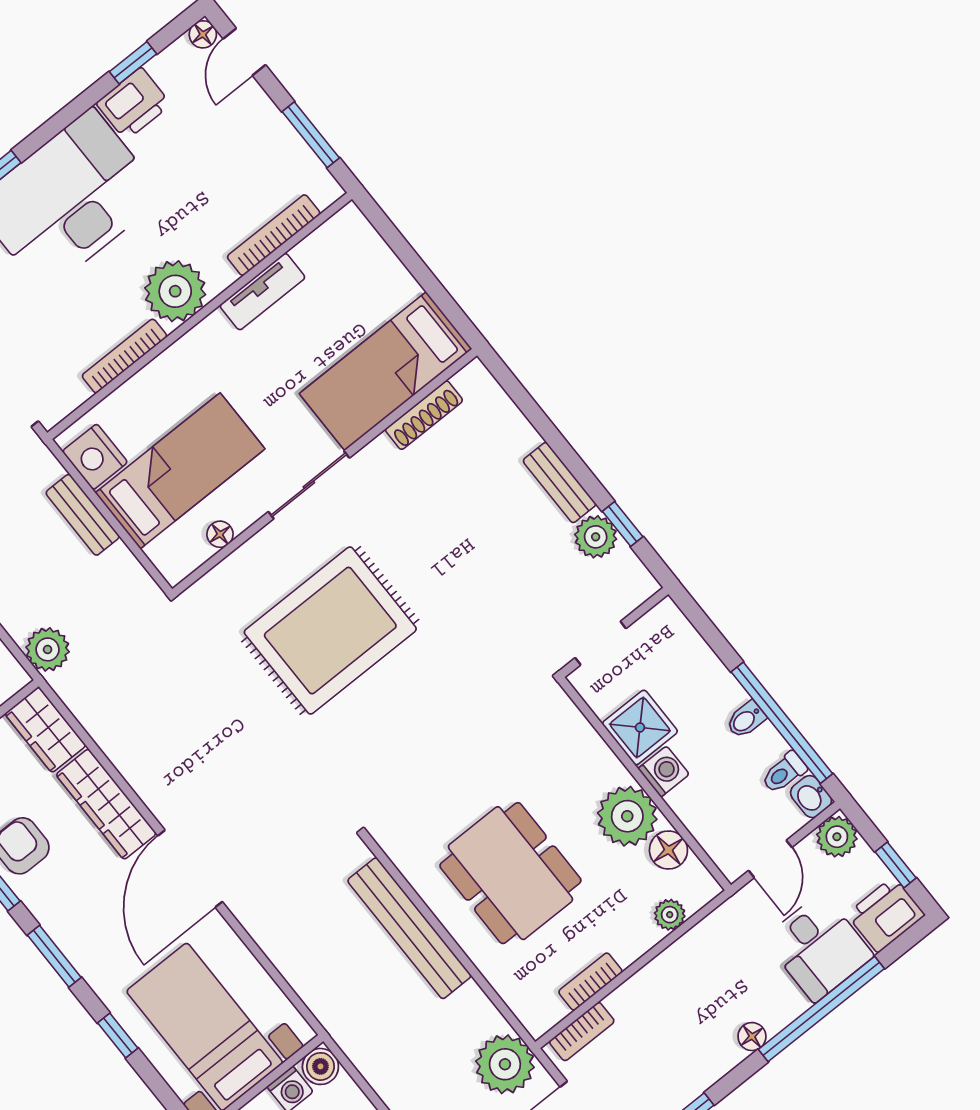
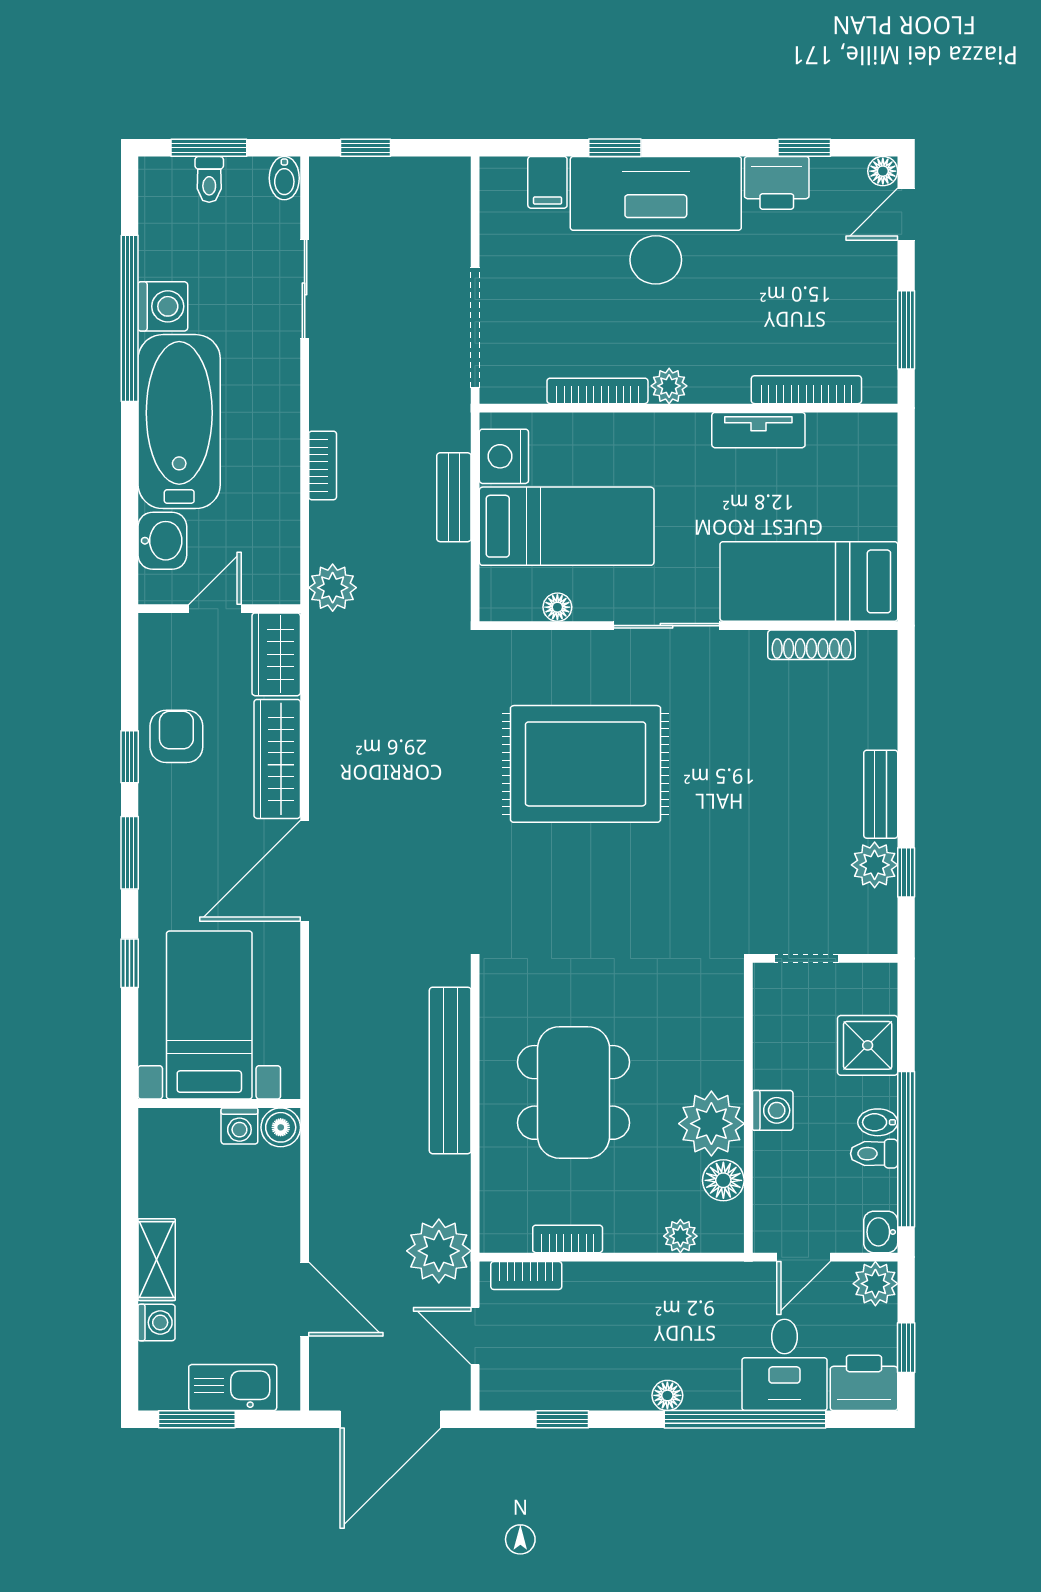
plant: (175, 291) -> (669, 386), width x0.53, depth x0.53
shower: (640, 727) -> (868, 1045), moved
toilet: (784, 773) -> (874, 1154), moved

